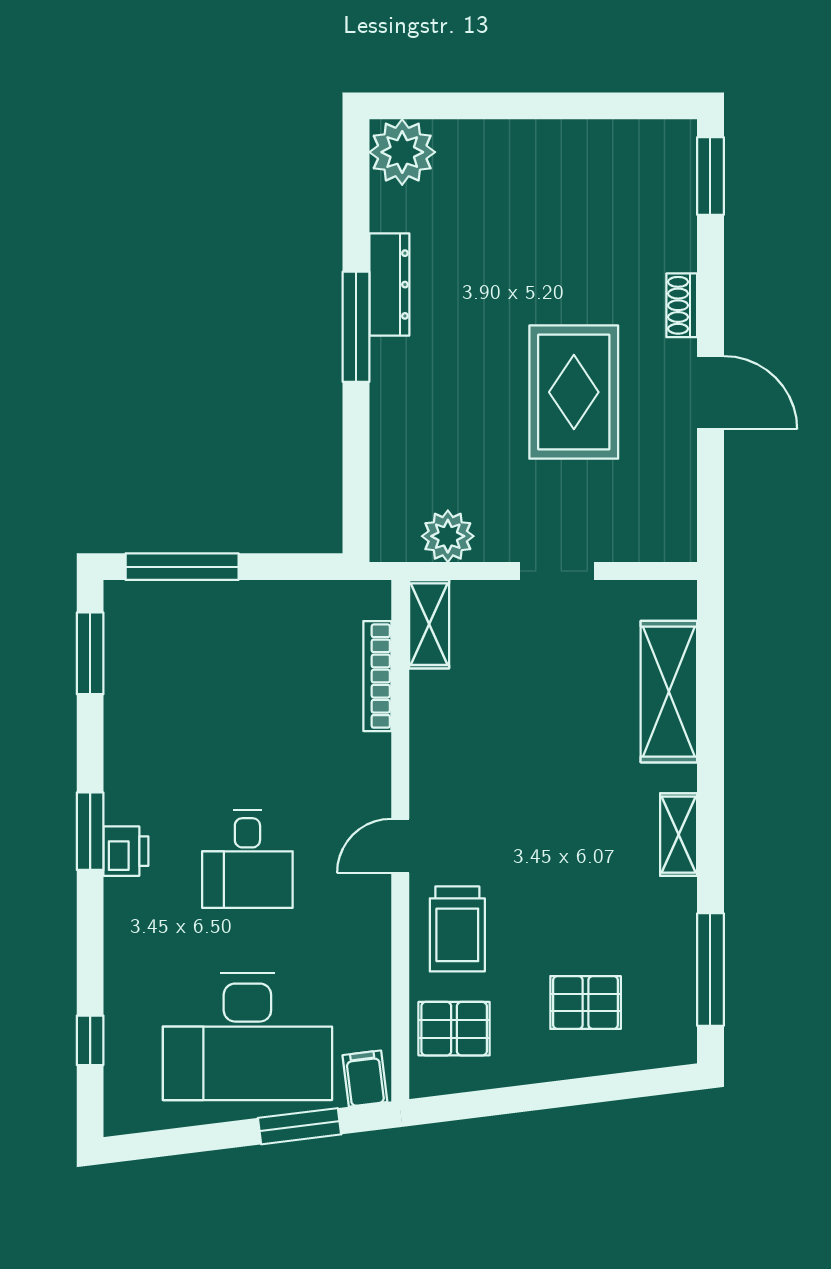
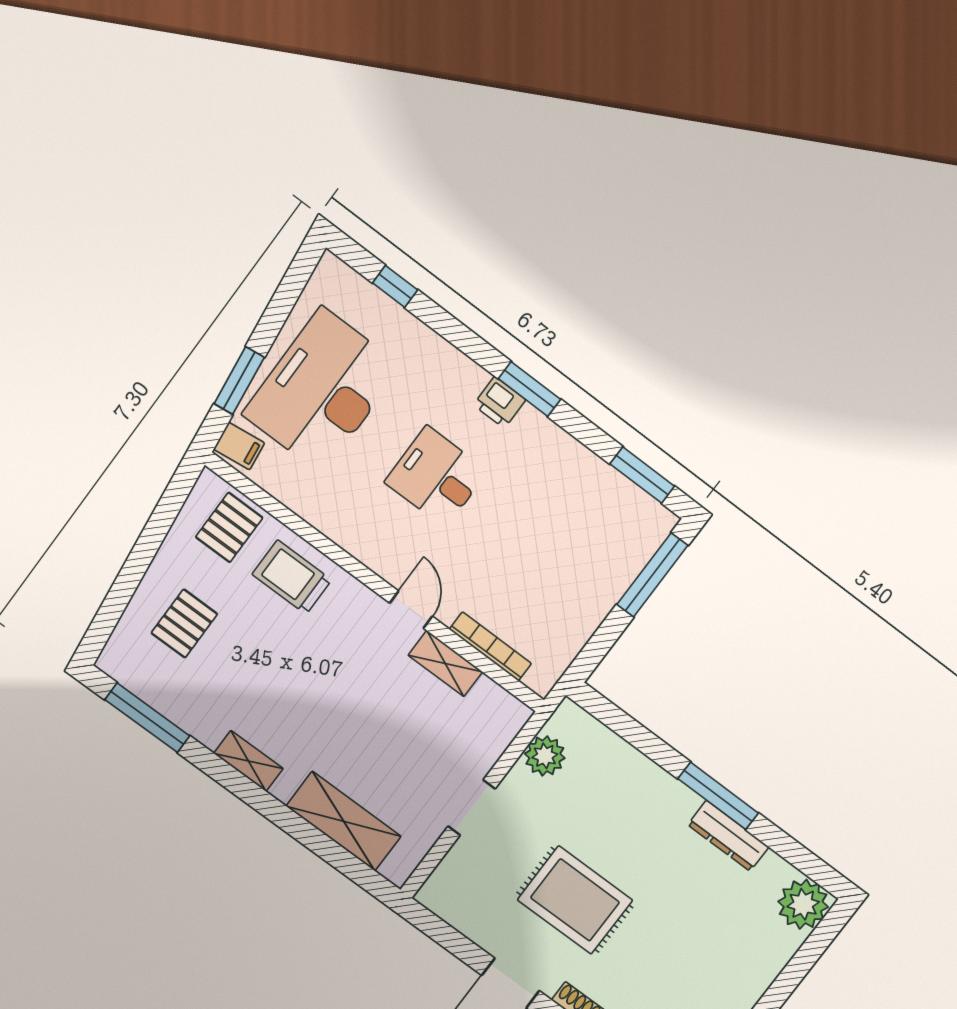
shelving: (429, 624) -> (445, 664), moved
door: (400, 846) -> (411, 610), moved

